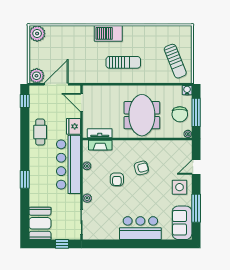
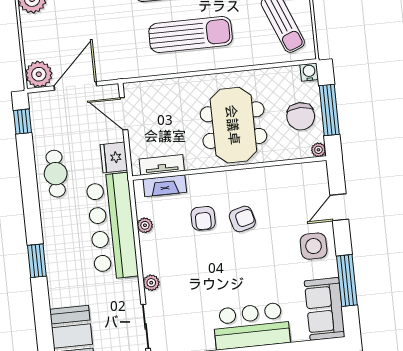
sun lounger: (123, 62) -> (191, 35), width x1.36, depth x1.34
armchair: (117, 179) -> (203, 218), moved

